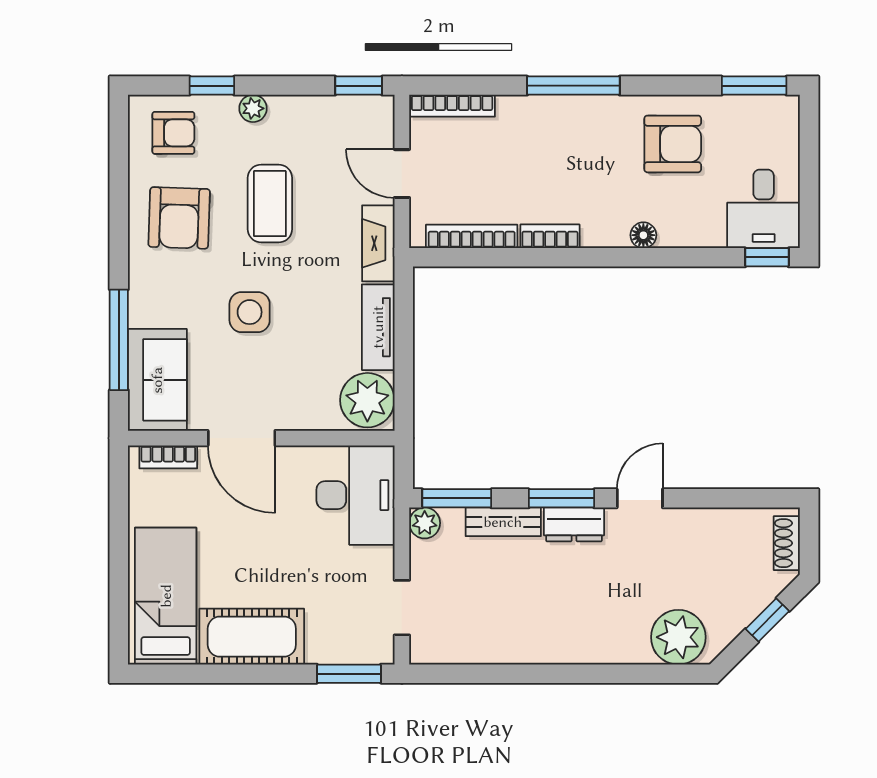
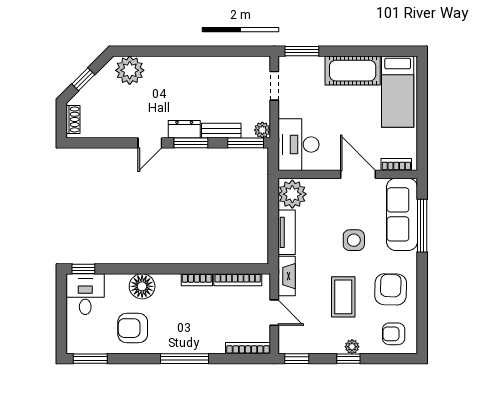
window: (212, 86) -> (348, 359), moved
floor lamp: (643, 235) -> (142, 286), width x1.89, depth x1.89
sofa: (157, 380) -> (402, 214), width x1.36

